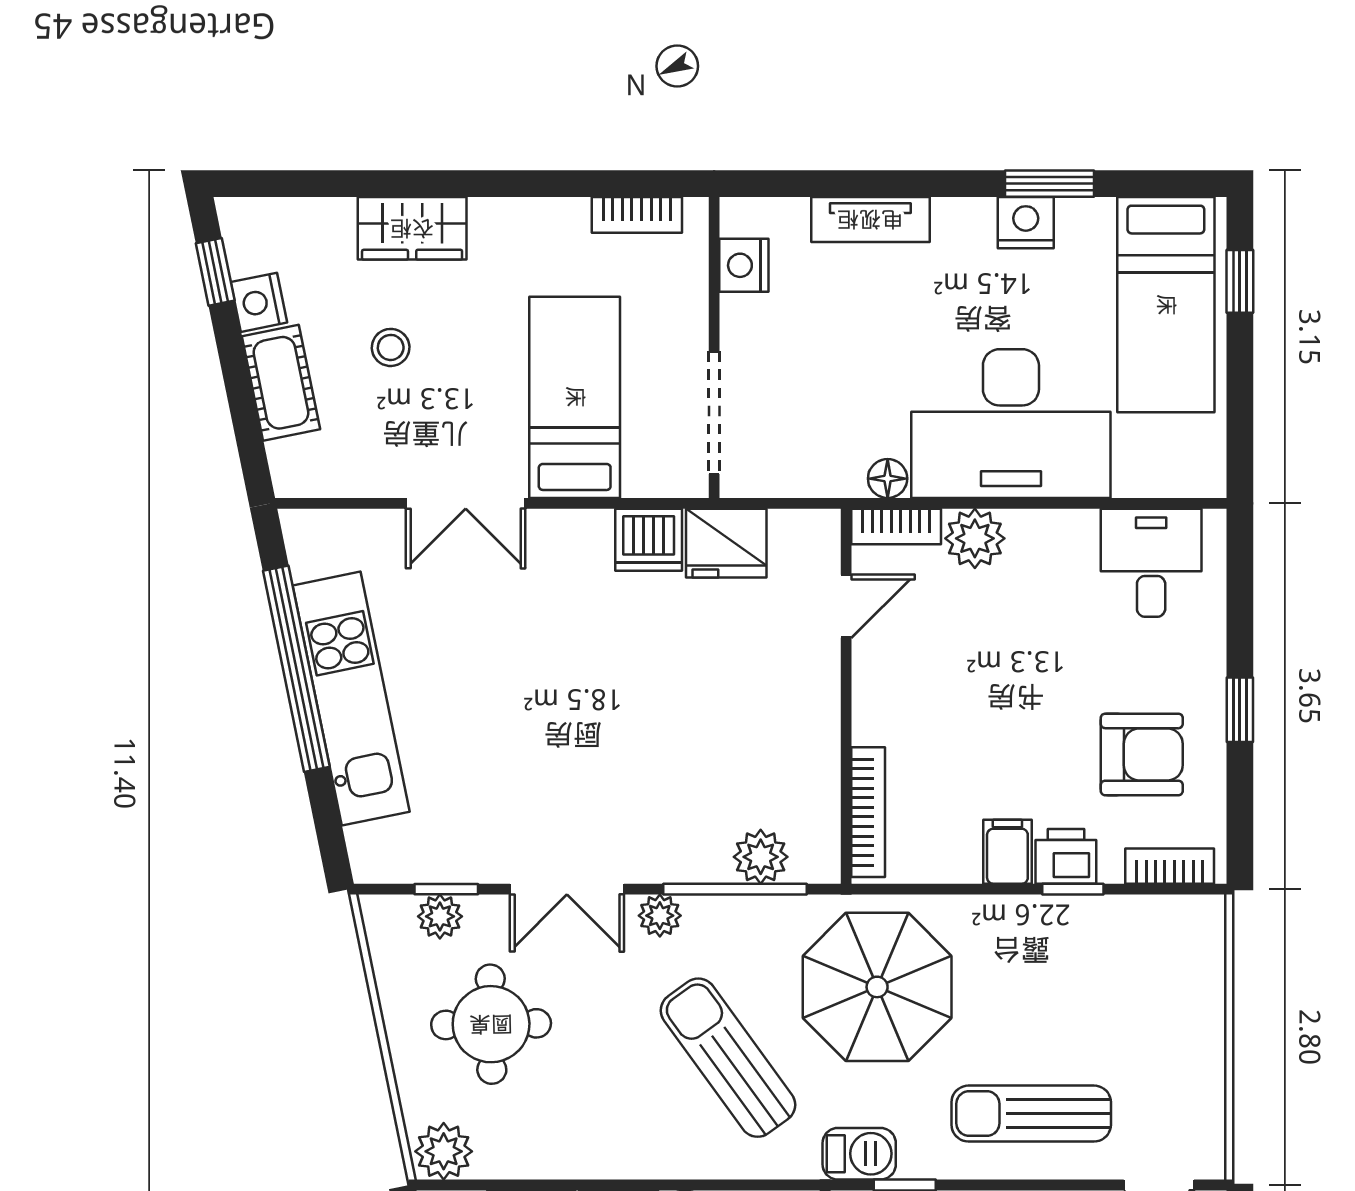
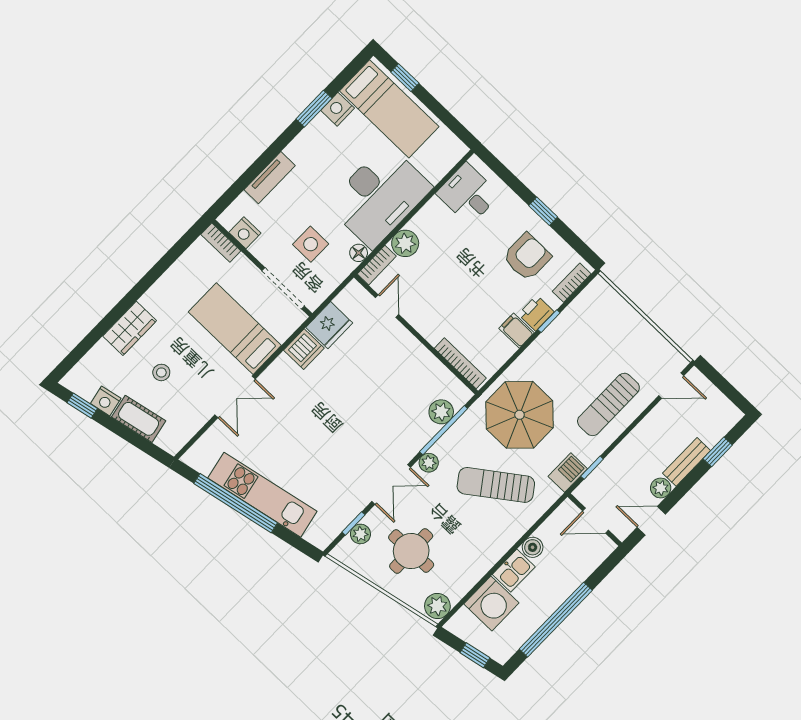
bookcase: (637, 215) -> (221, 243), moved, turned 90
nightstand: (1026, 223) -> (338, 109), moved
side table: (827, 388) -> (311, 244), added

